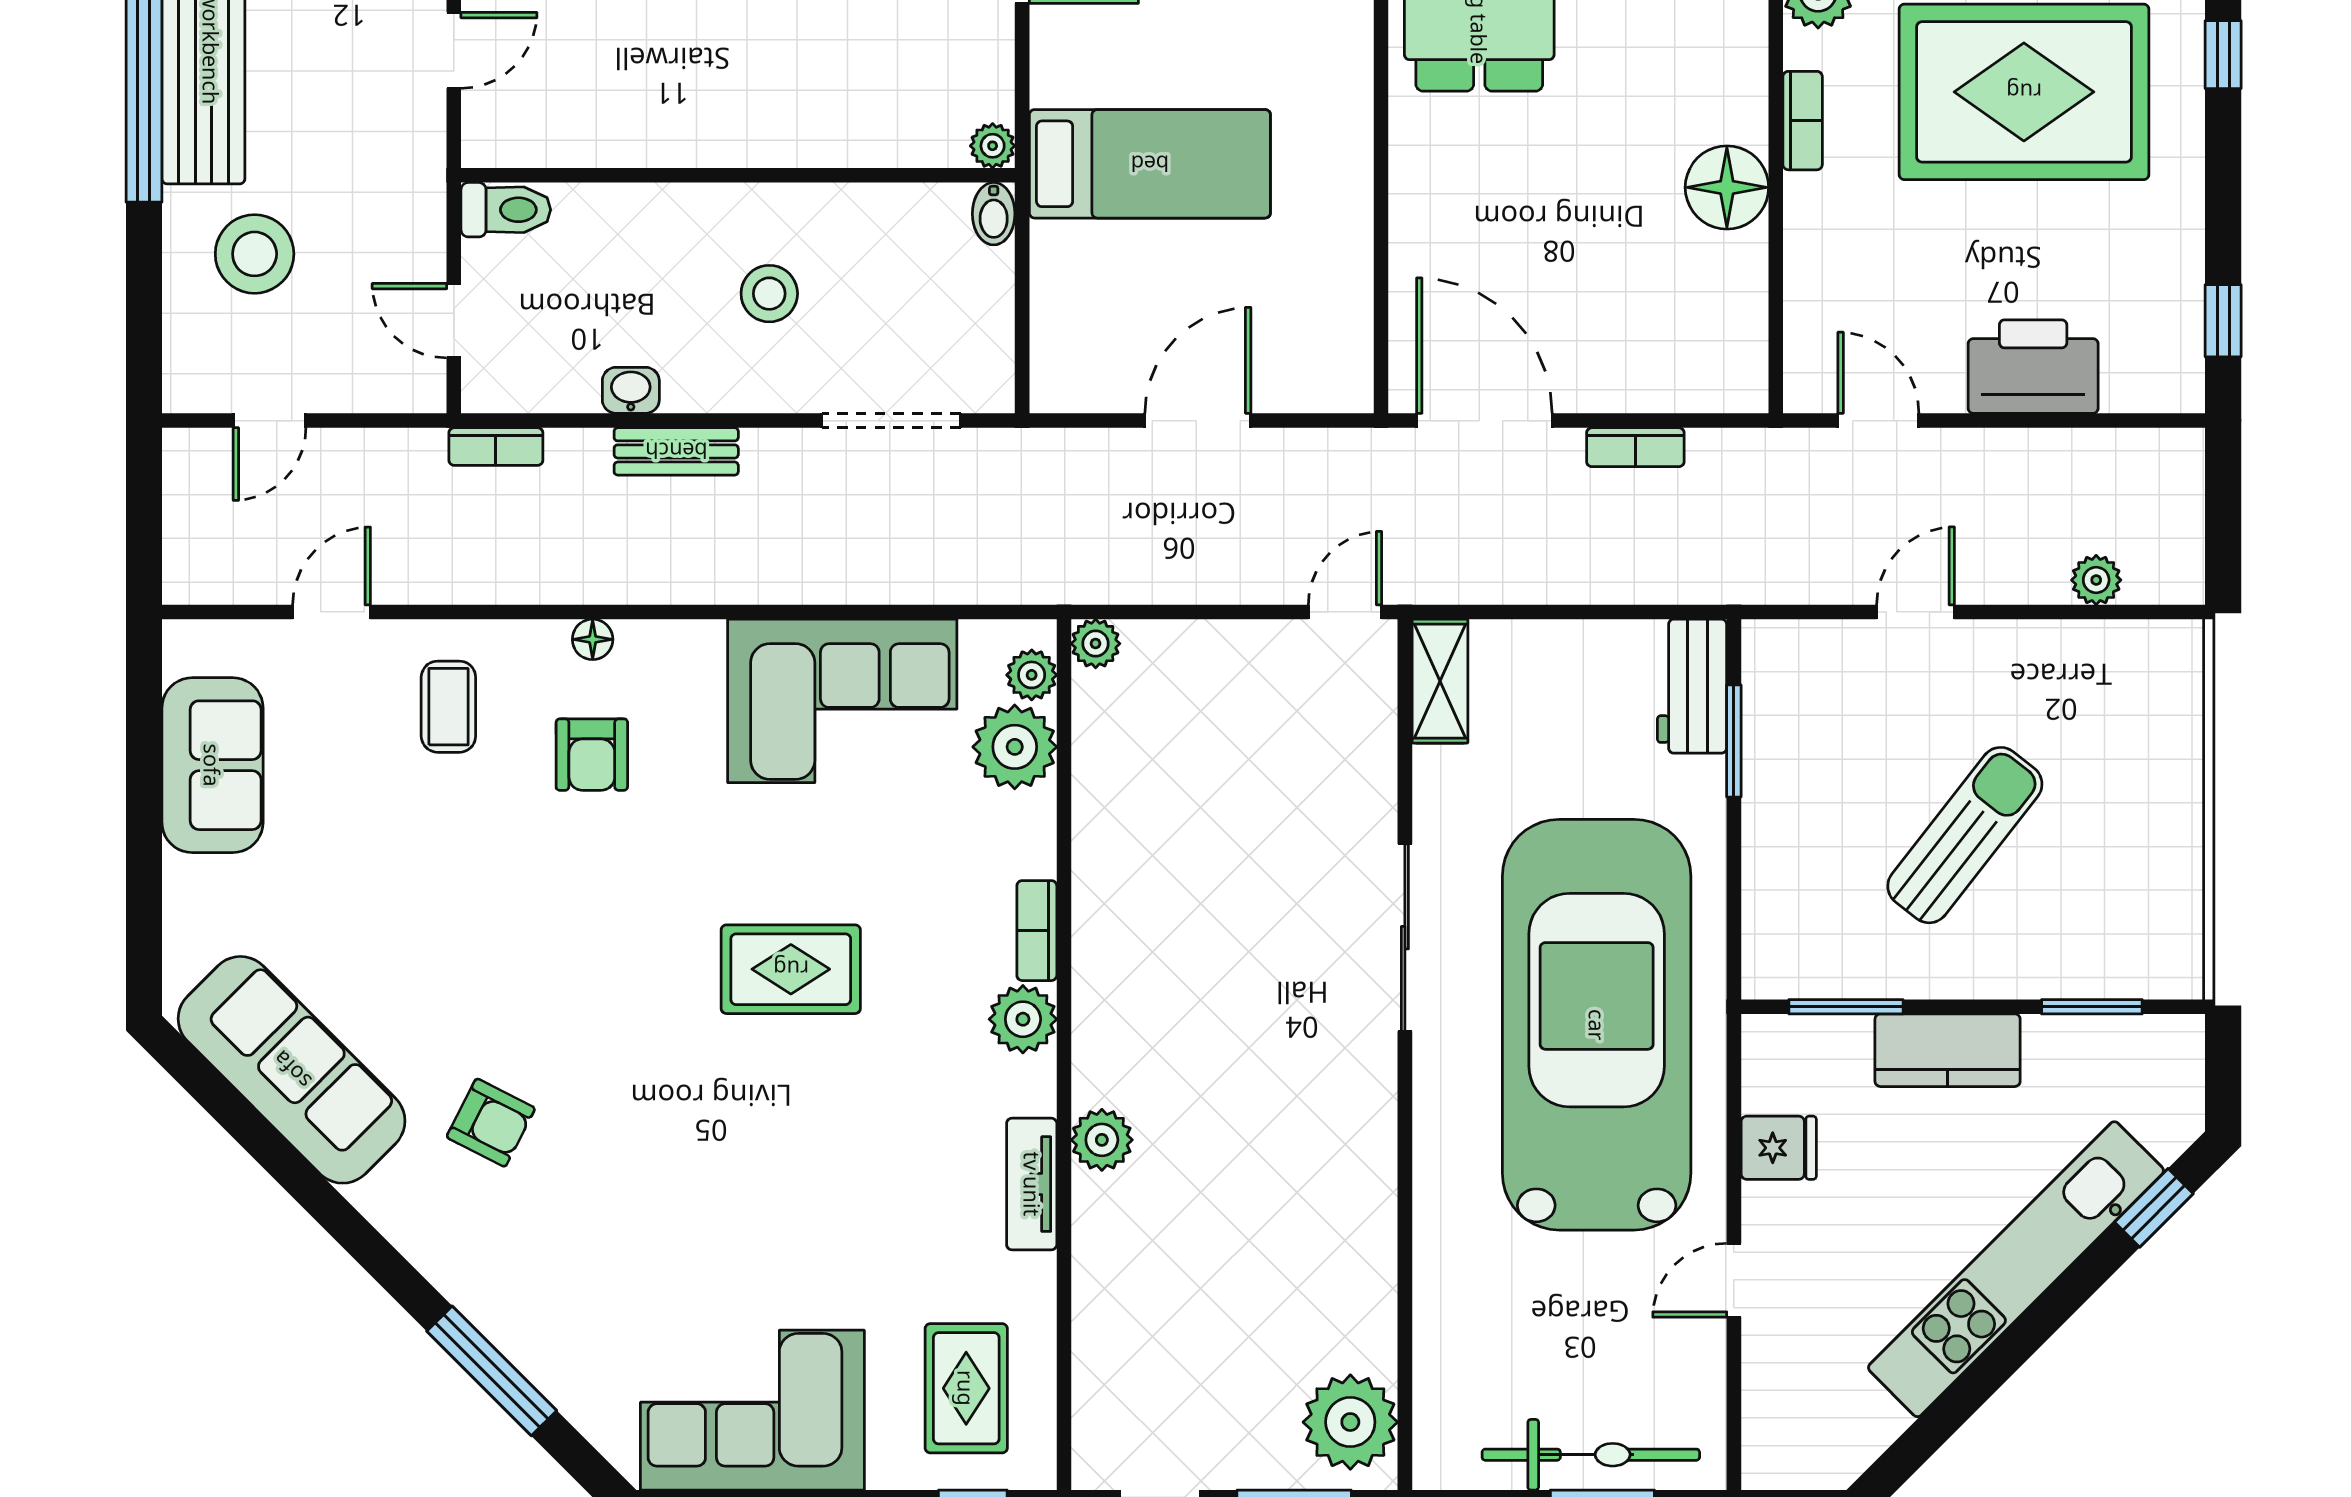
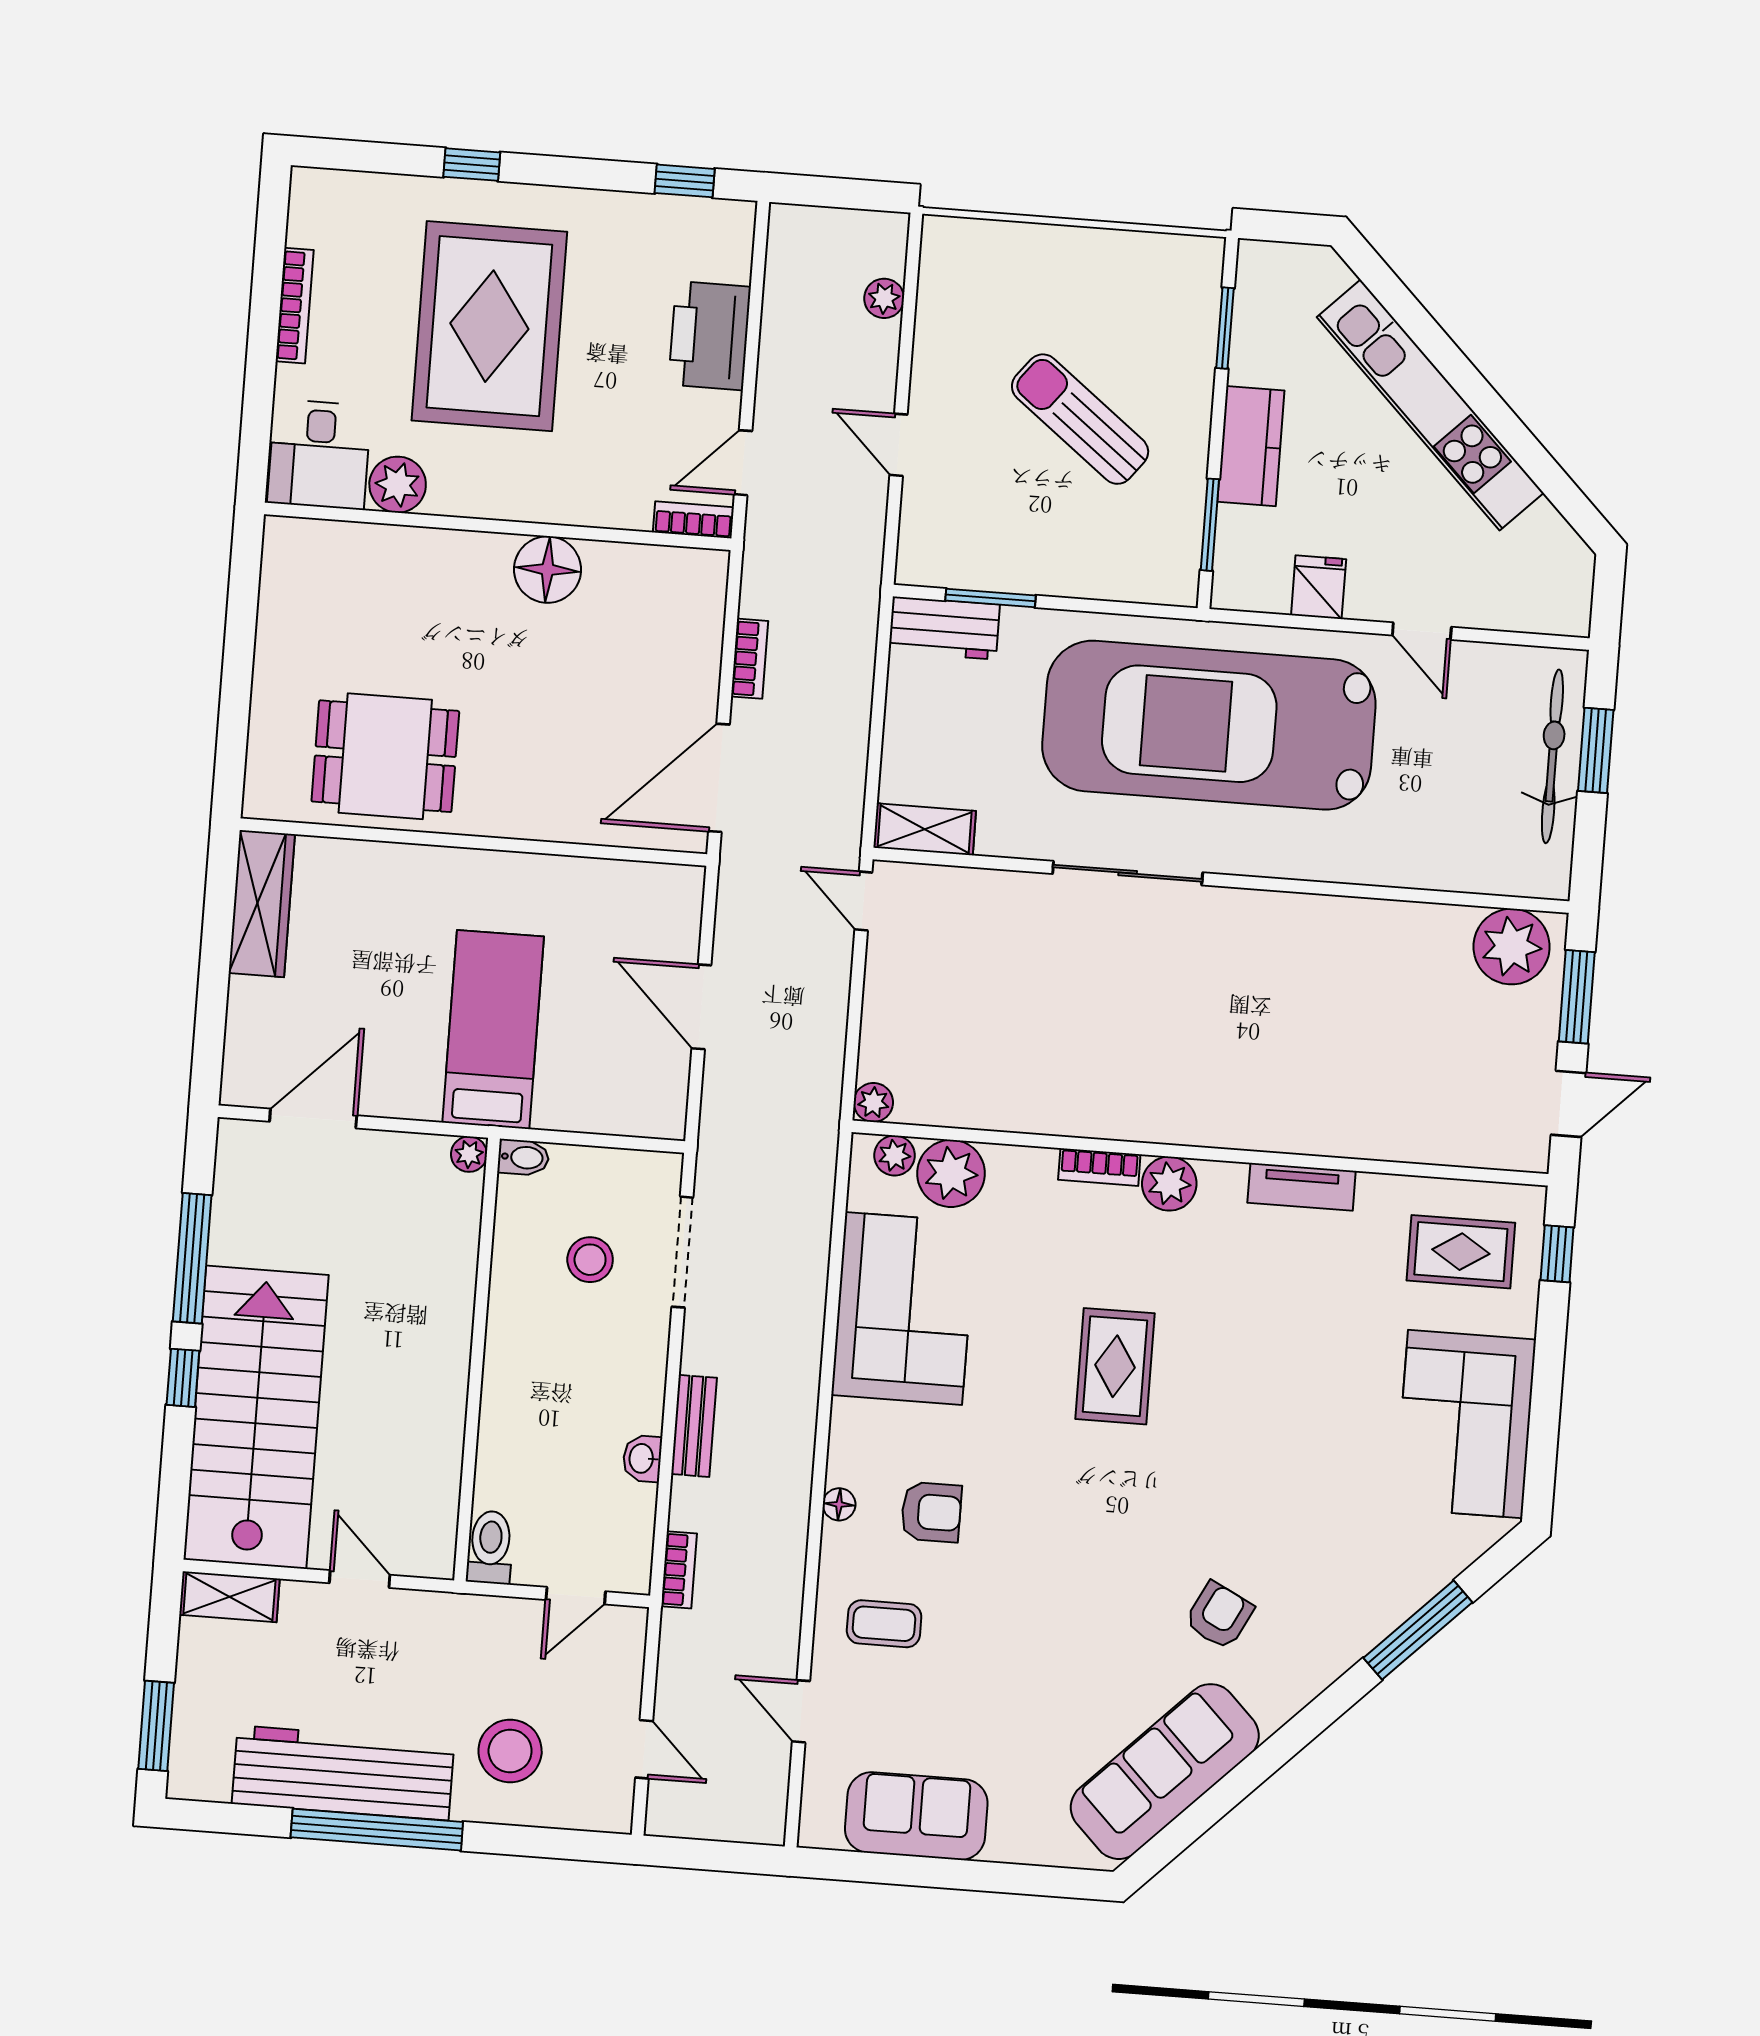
bookcase: (1803, 121) -> (693, 520), moved
stool: (769, 294) -> (590, 1260), moved
plant: (1102, 1140) -> (1271, 1128), removed
window: (2154, 1208) -> (1390, 291), removed

